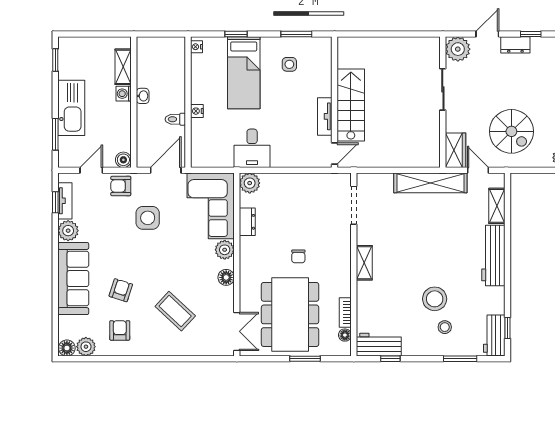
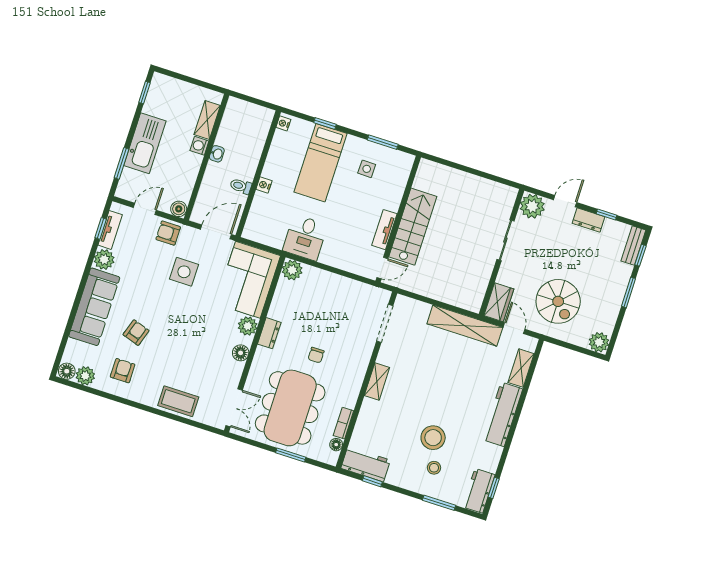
dresser: (247, 222) -> (269, 333), moved
coffee table: (175, 311) -> (178, 401), moved, turned -43

